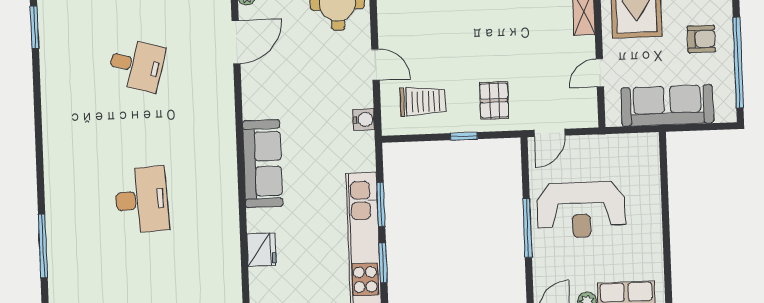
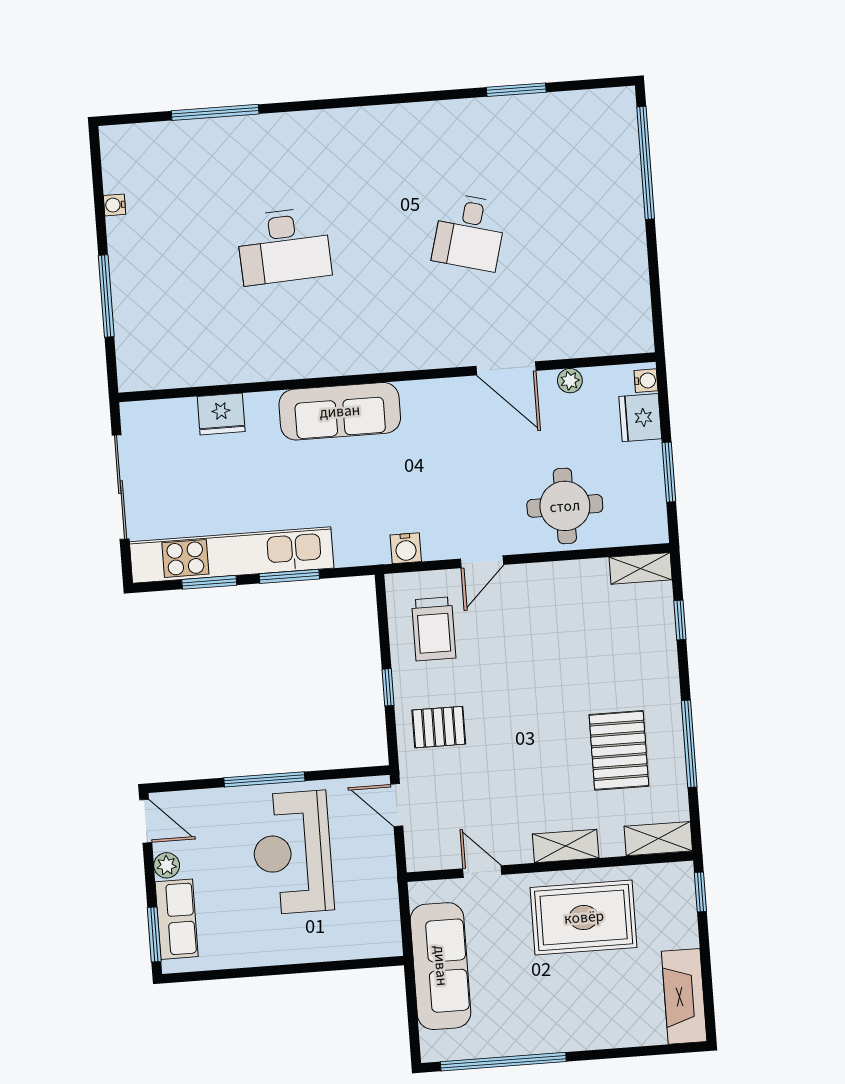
armchair: (701, 39) -> (534, 1010), removed

